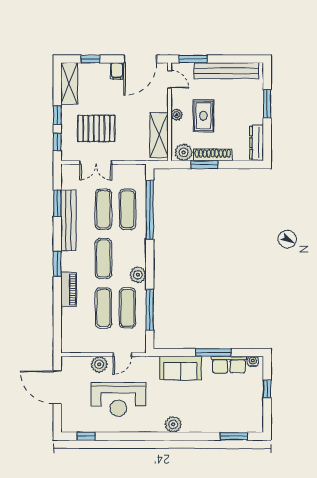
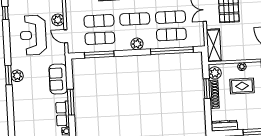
shelving: (159, 135) -> (214, 45), moved, turned 90
plant: (138, 275) -> (137, 44), moved
window: (234, 436) -> (9, 75), moved

